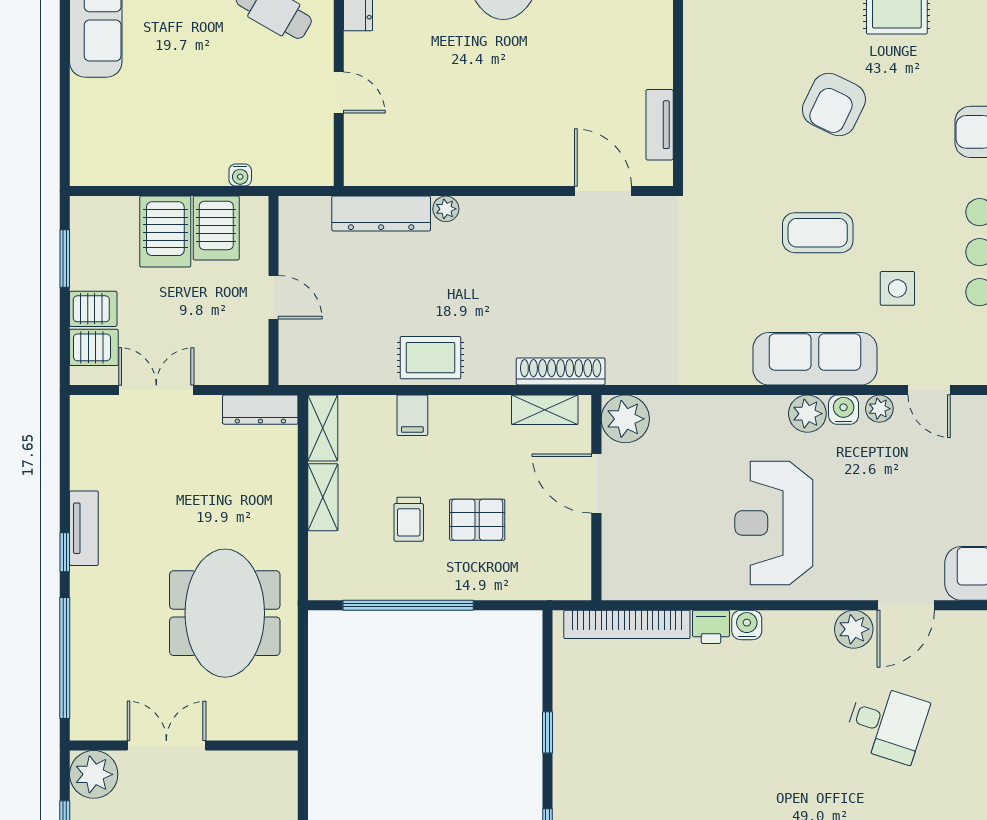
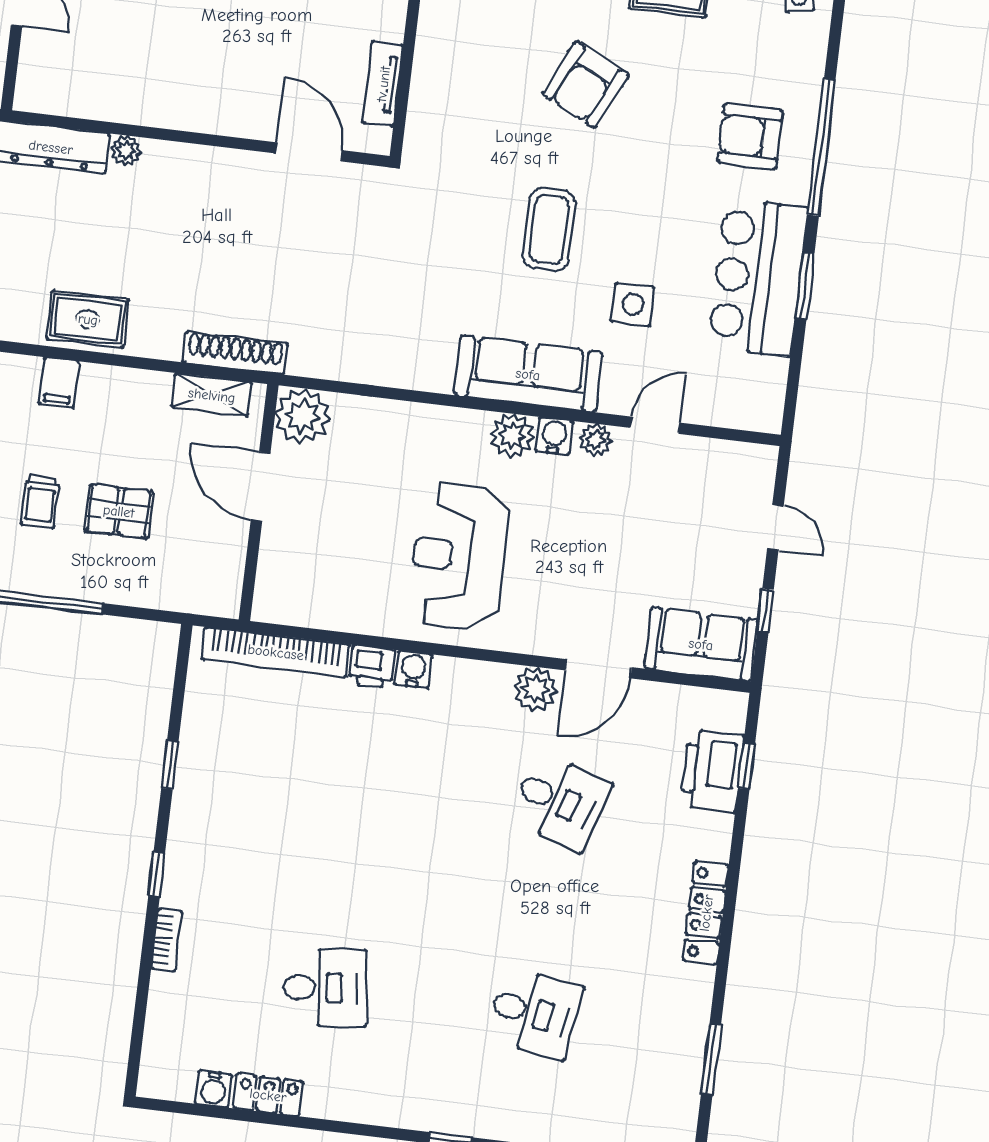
coffee table: (818, 233) -> (549, 229), turned 90
door: (929, 390) -> (655, 425), swing flipped

